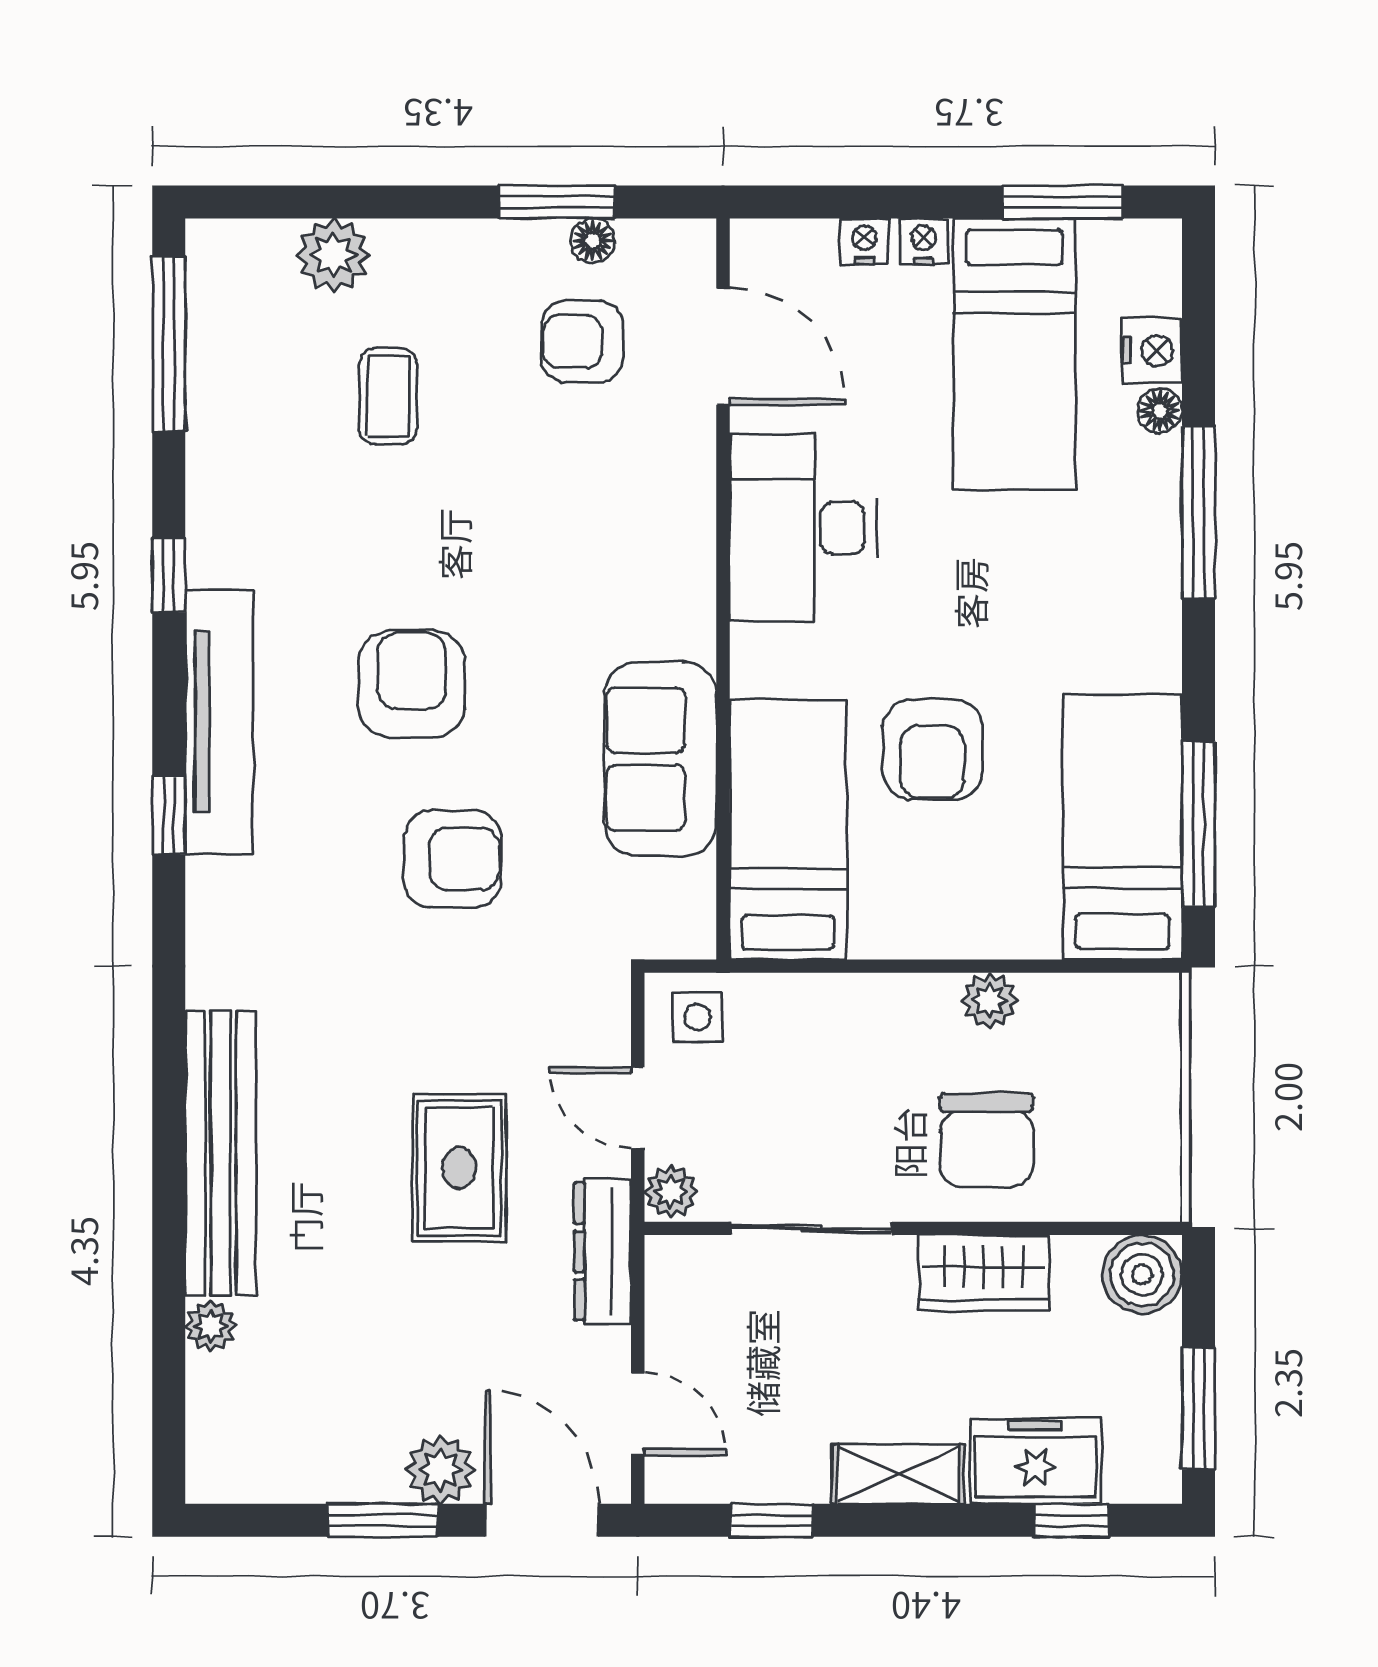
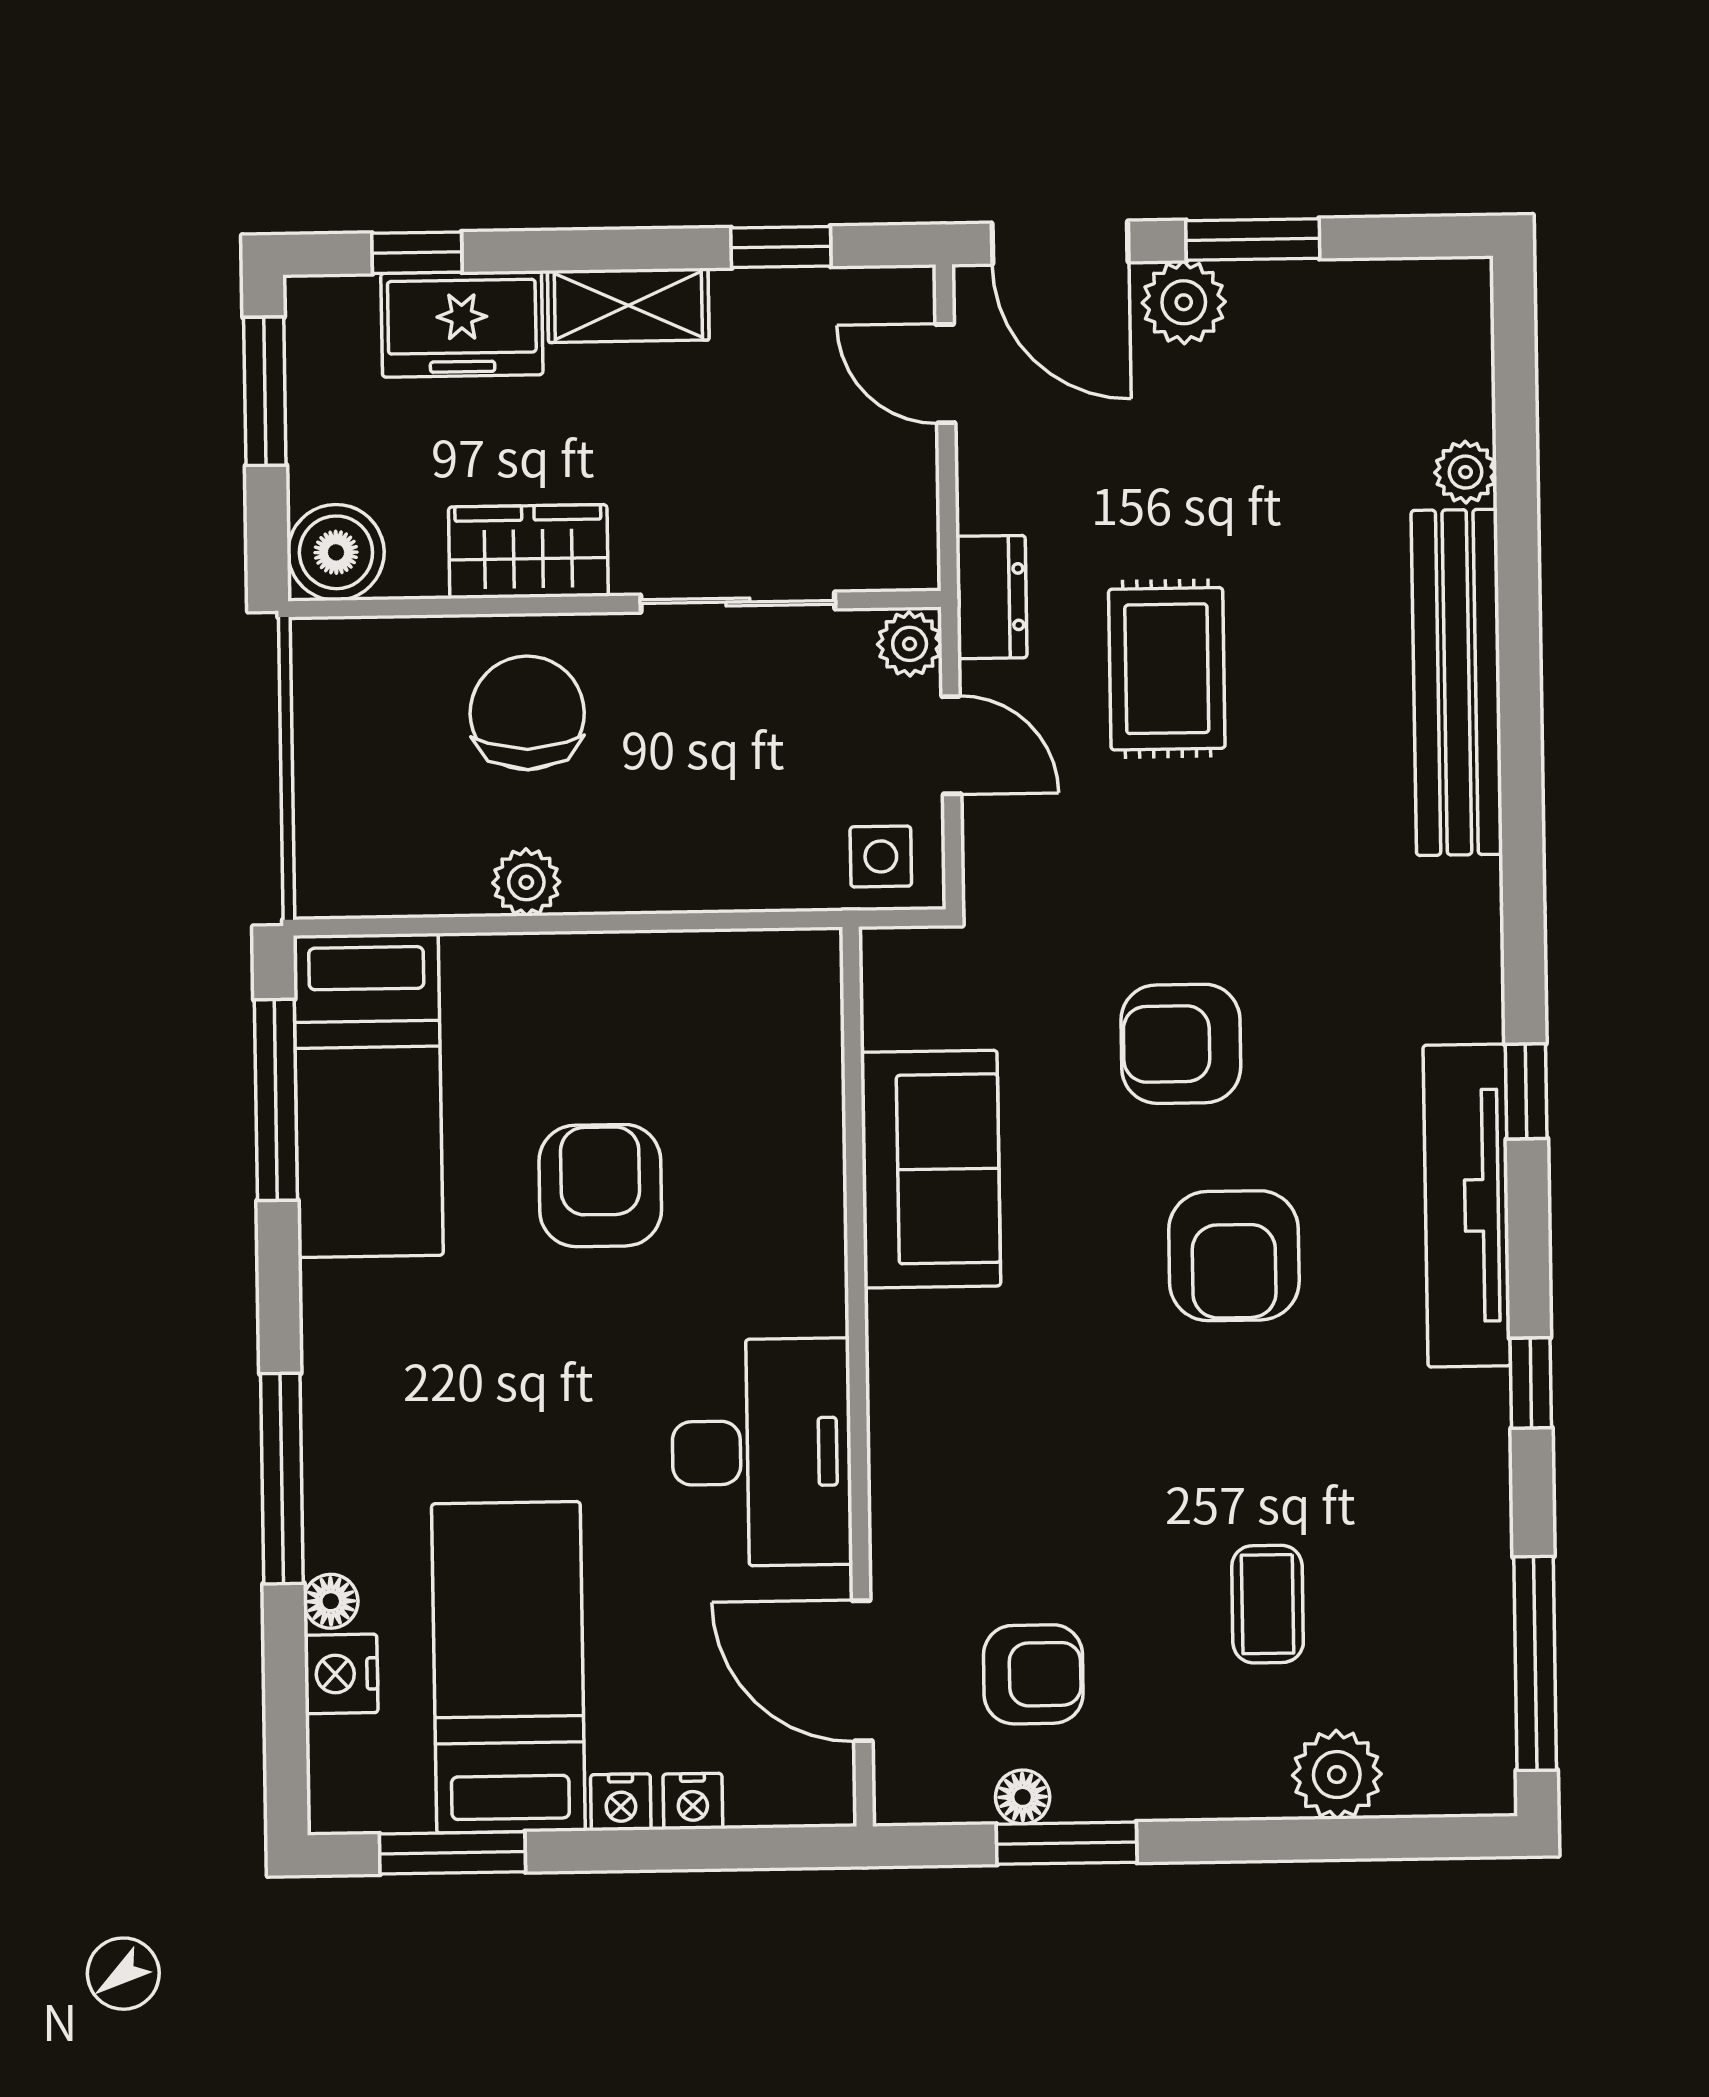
bed: (788, 830) -> (774, 1086), removed
dresser: (603, 1251) -> (991, 597), width x0.70

